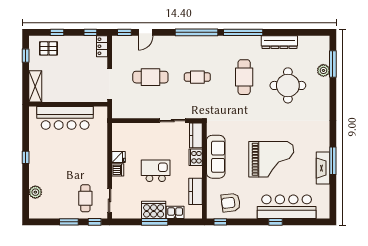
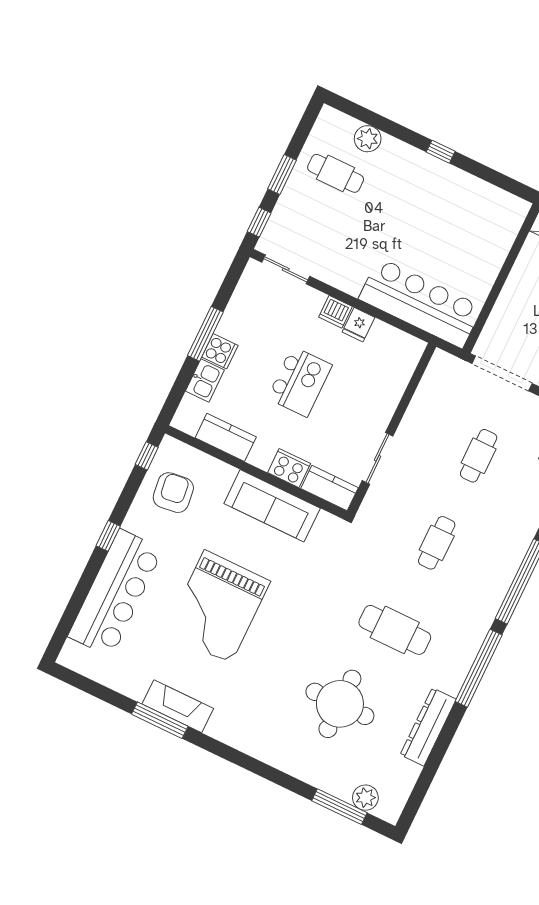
plant: (323, 70) -> (365, 798), moved
cafe table: (150, 77) -> (479, 456), width x0.73, depth x0.74
bar counter: (65, 118) -> (420, 303), moved, turned 90
fireplace: (323, 168) -> (178, 706), moved
cafe table: (85, 198) -> (336, 173), moved
cooker: (154, 210) -> (220, 351), width x0.53, depth x0.76
window: (275, 222) -> (108, 536), moved

